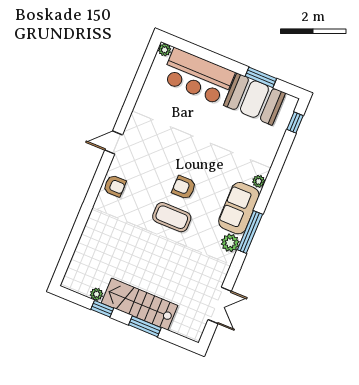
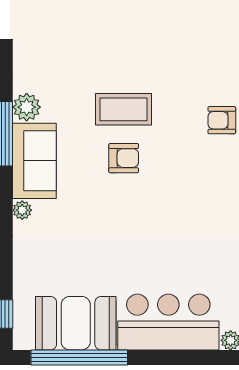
window: (261, 77) -> (79, 358), width x2.11

